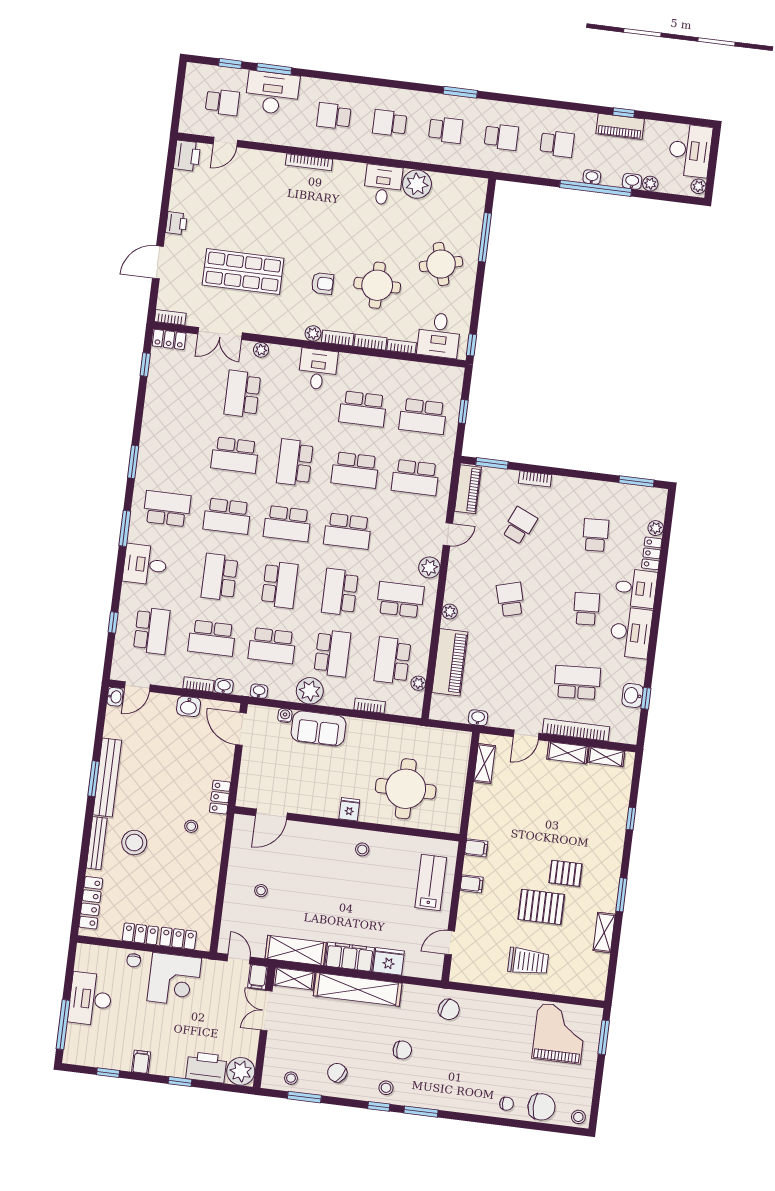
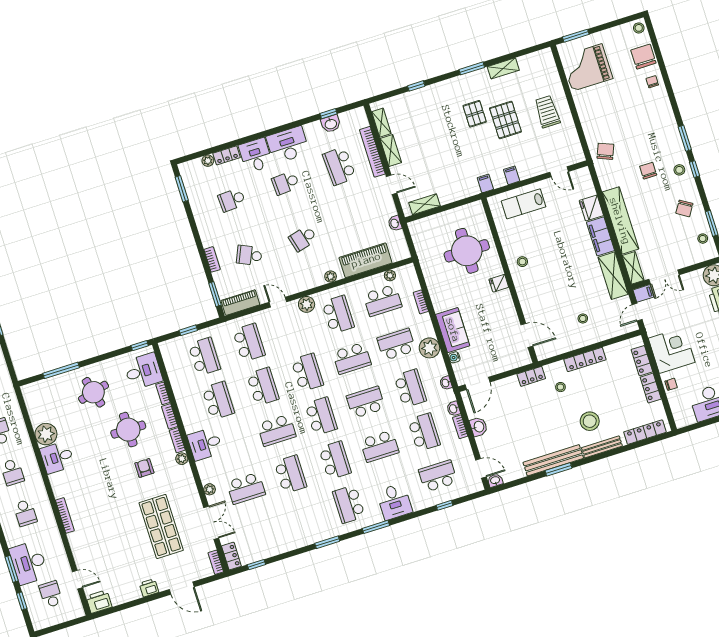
school desk: (400, 600) -> (338, 314), turned 180
locker: (211, 871) -> (585, 359), added

